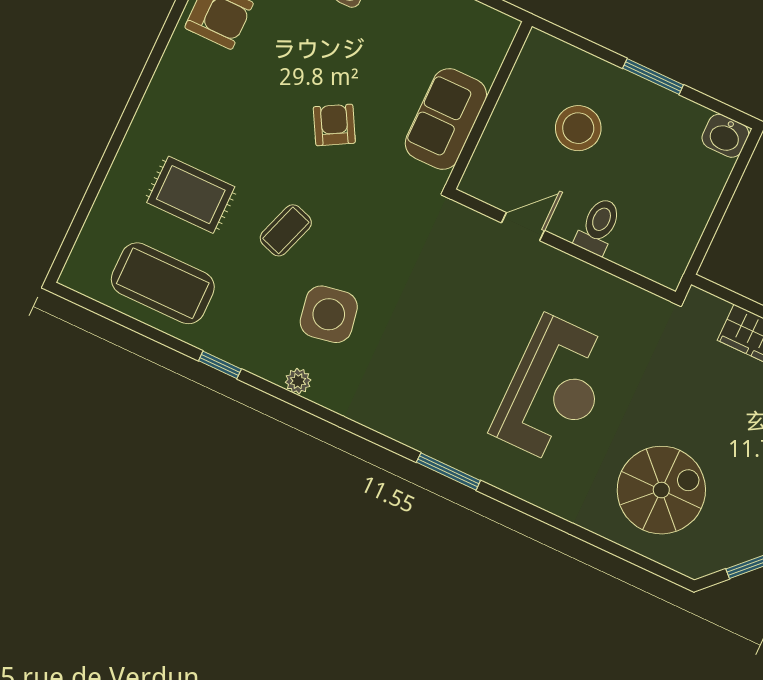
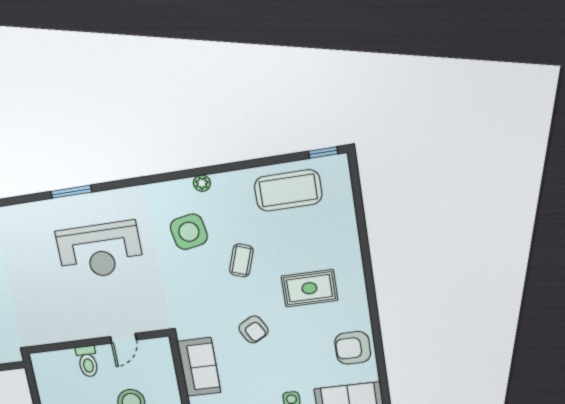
rug: (191, 195) -> (309, 288), moved
window: (220, 365) -> (323, 152), moved
plant: (298, 381) -> (202, 183), moved
reception desk: (554, 390) -> (100, 250), moved, turned -90

